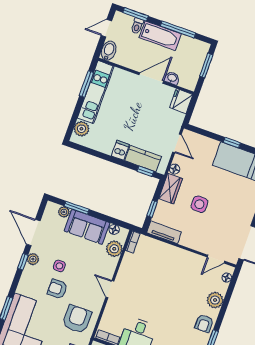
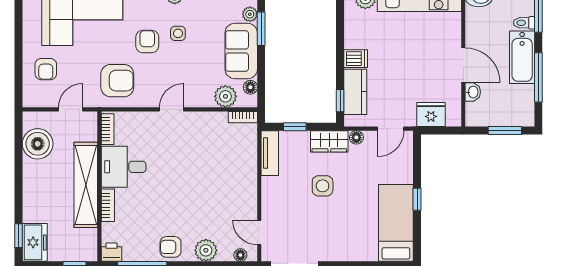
fridge: (181, 101) -> (431, 115), moved

